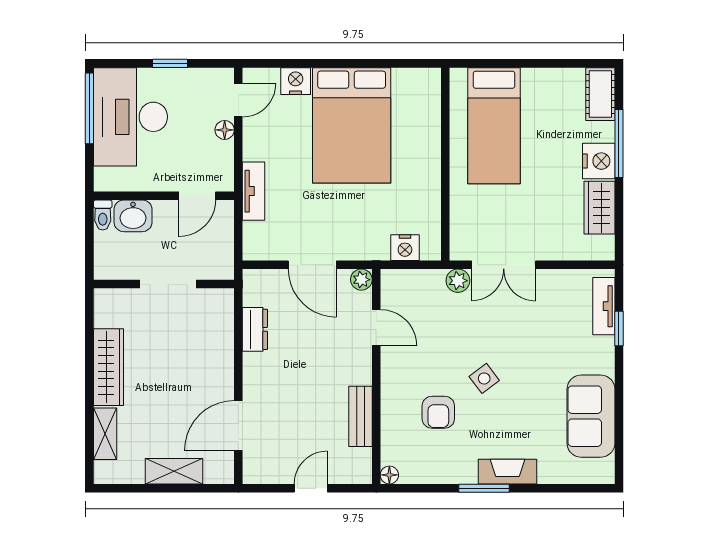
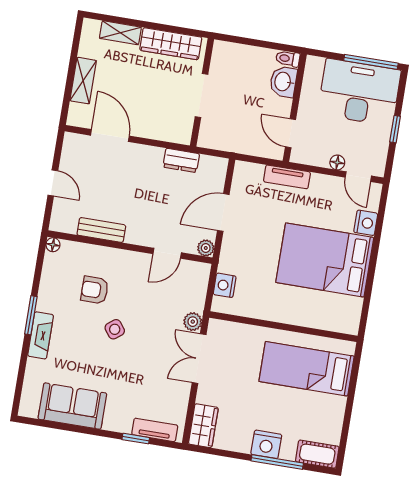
wardrobe: (599, 208) -> (203, 426), moved, turned 90
wall: (164, 284) -> (202, 92), moved
doorway: (168, 284) -> (201, 96), moved

